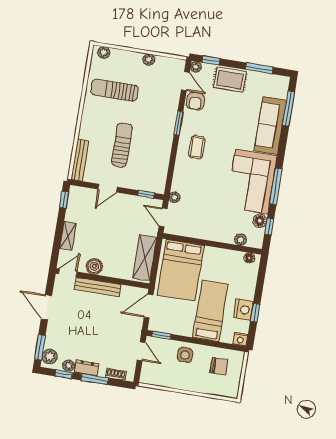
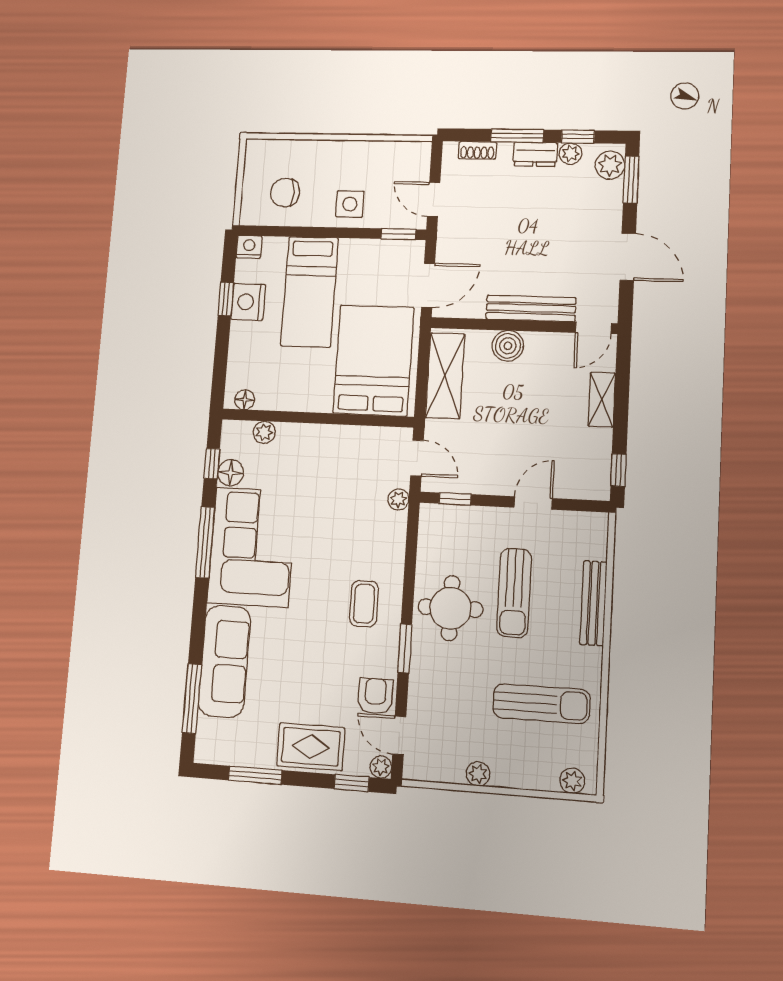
round table: (154, 141) -> (450, 608), added
bench: (80, 160) -> (593, 603), moved
boiler: (94, 266) -> (508, 346), moved

